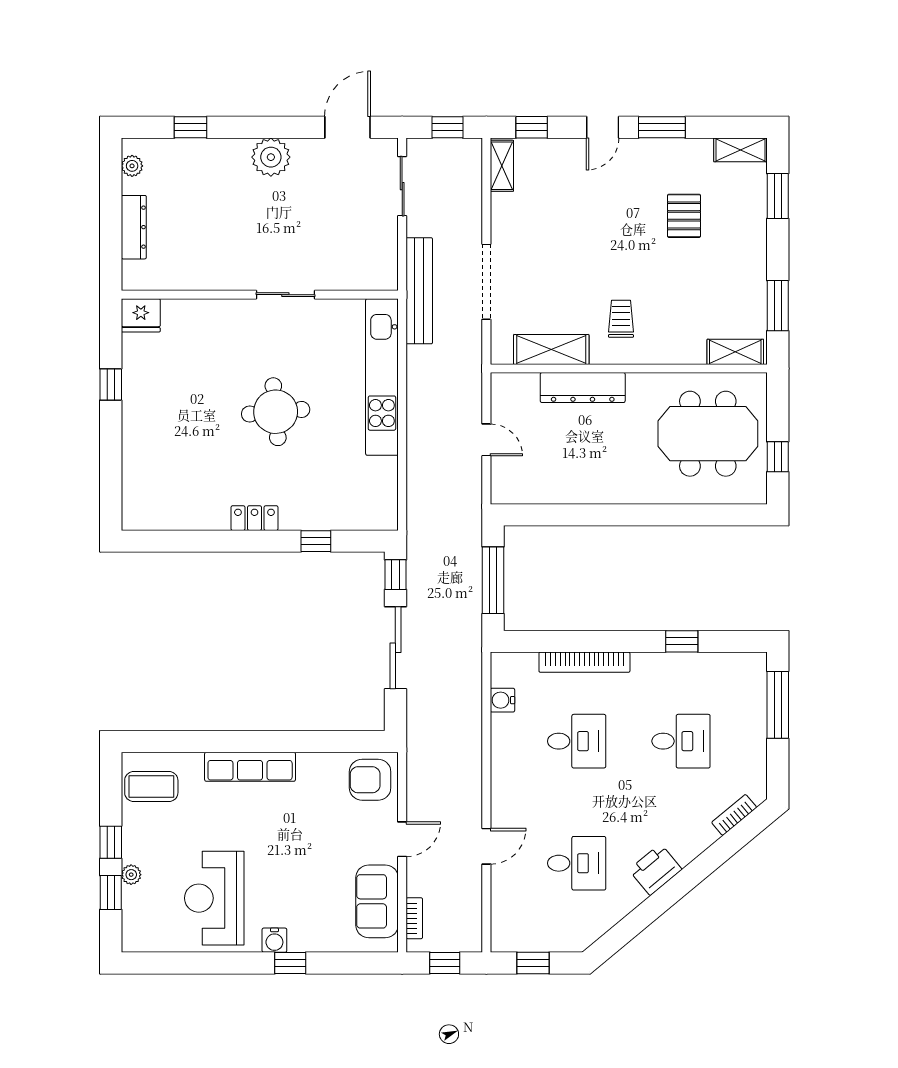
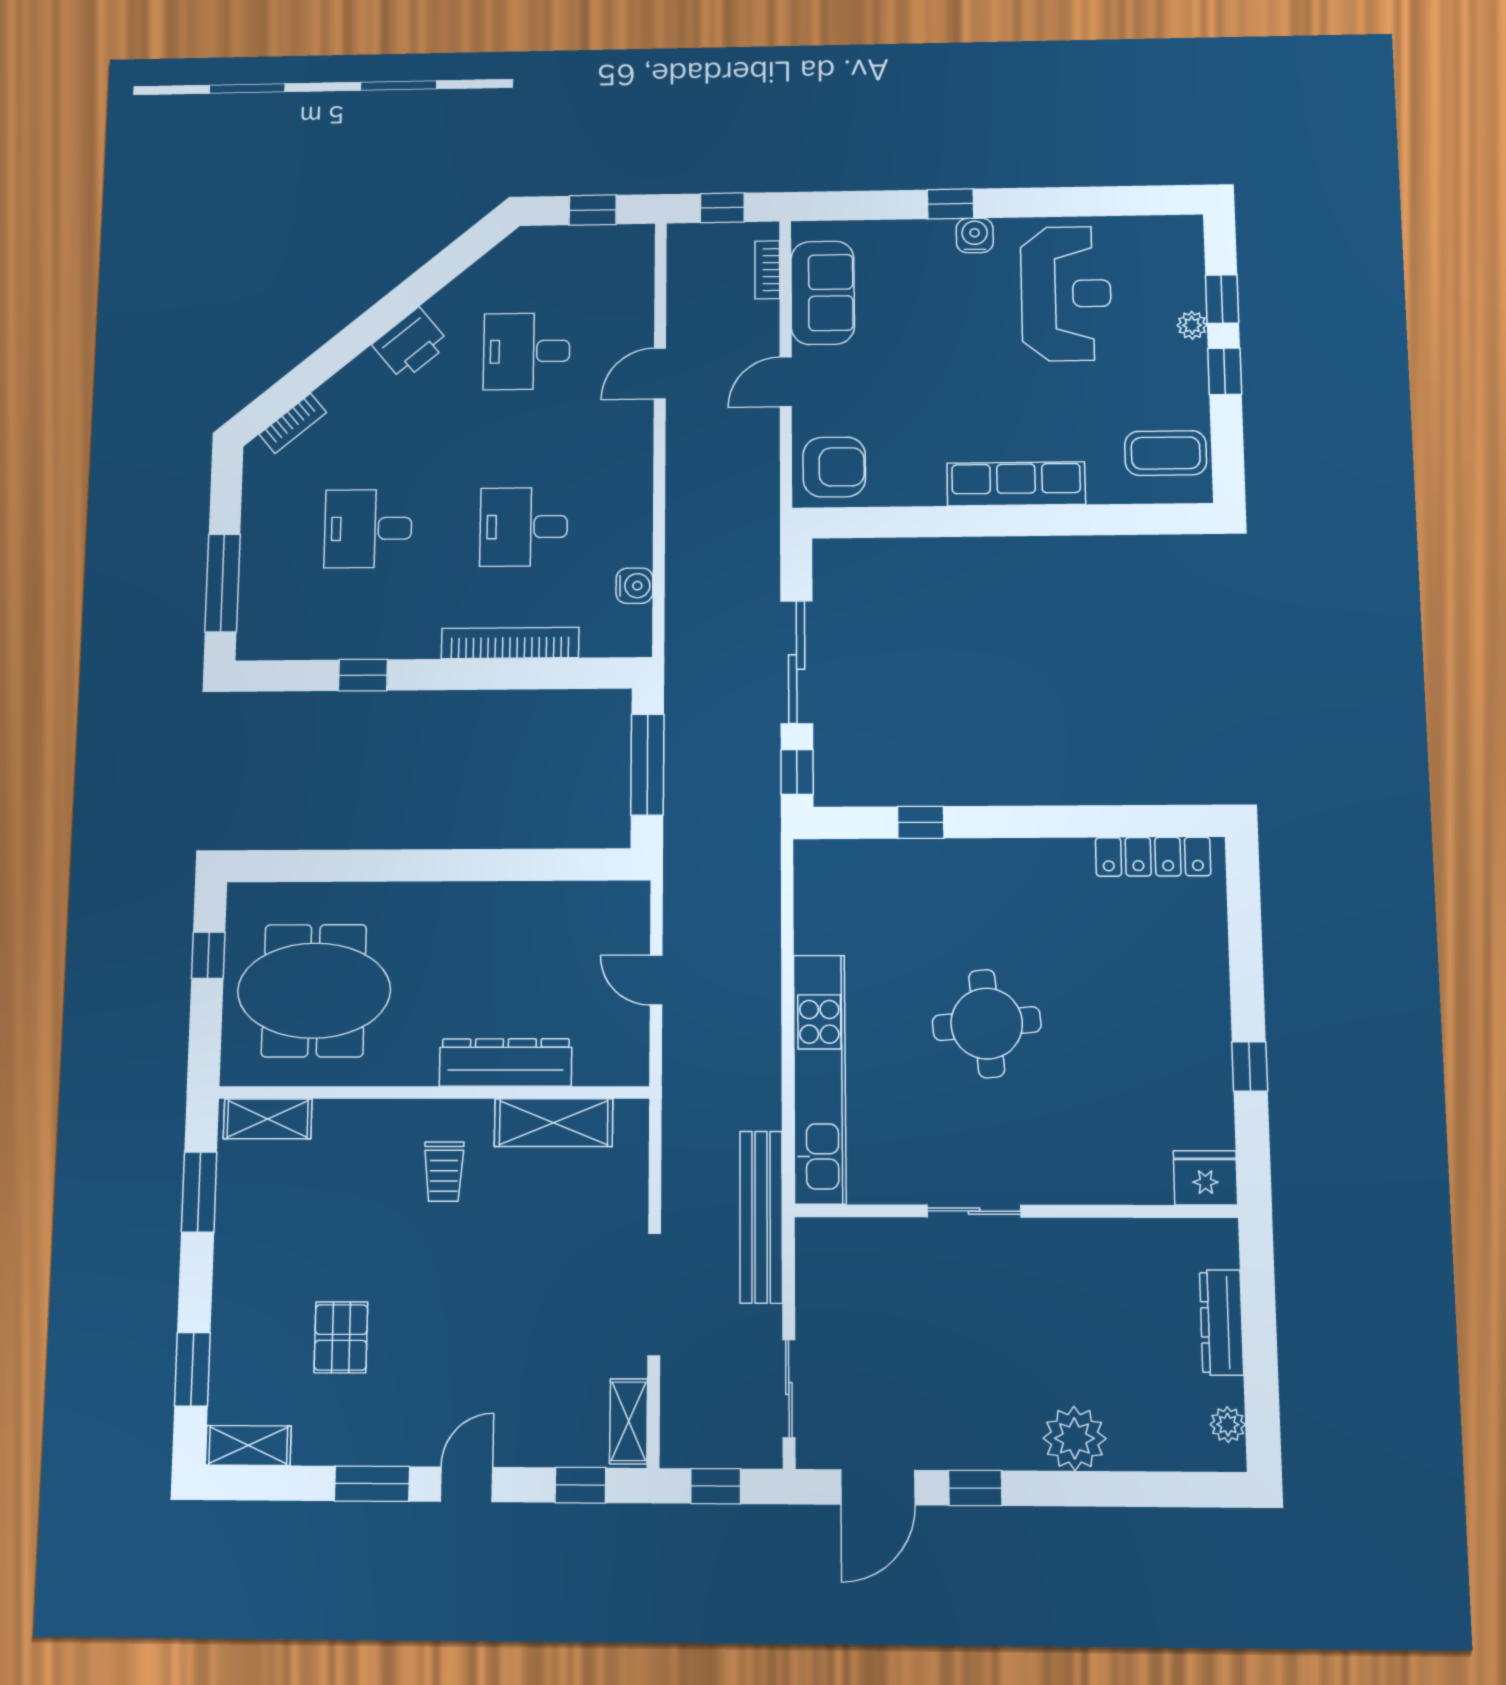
window: (190, 127) -> (975, 1488), moved
plant: (271, 157) -> (1075, 1438), moved
doorway: (486, 282) -> (654, 1294), moved
locker: (254, 518) -> (1153, 857), moved, width x1.53

